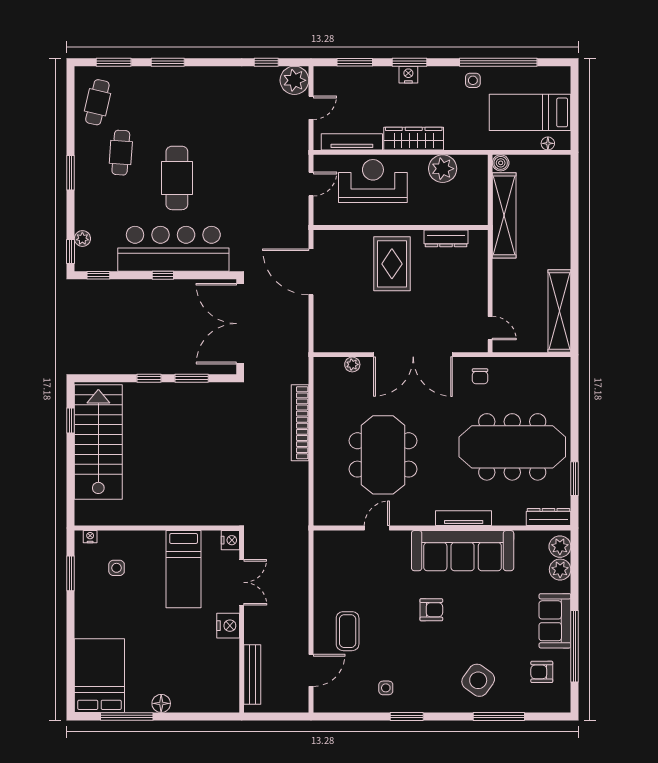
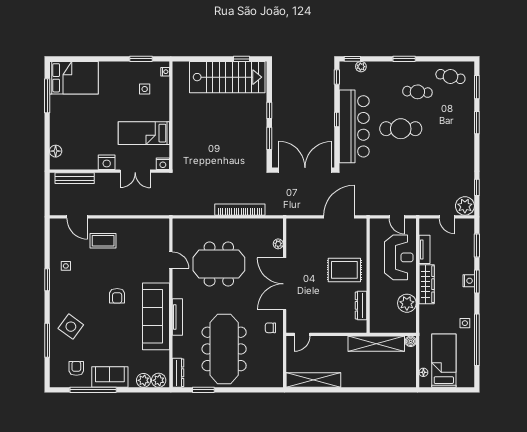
tv unit: (352, 142) -> (425, 249), width x0.71
floor lamp: (161, 703) -> (56, 151), moved

